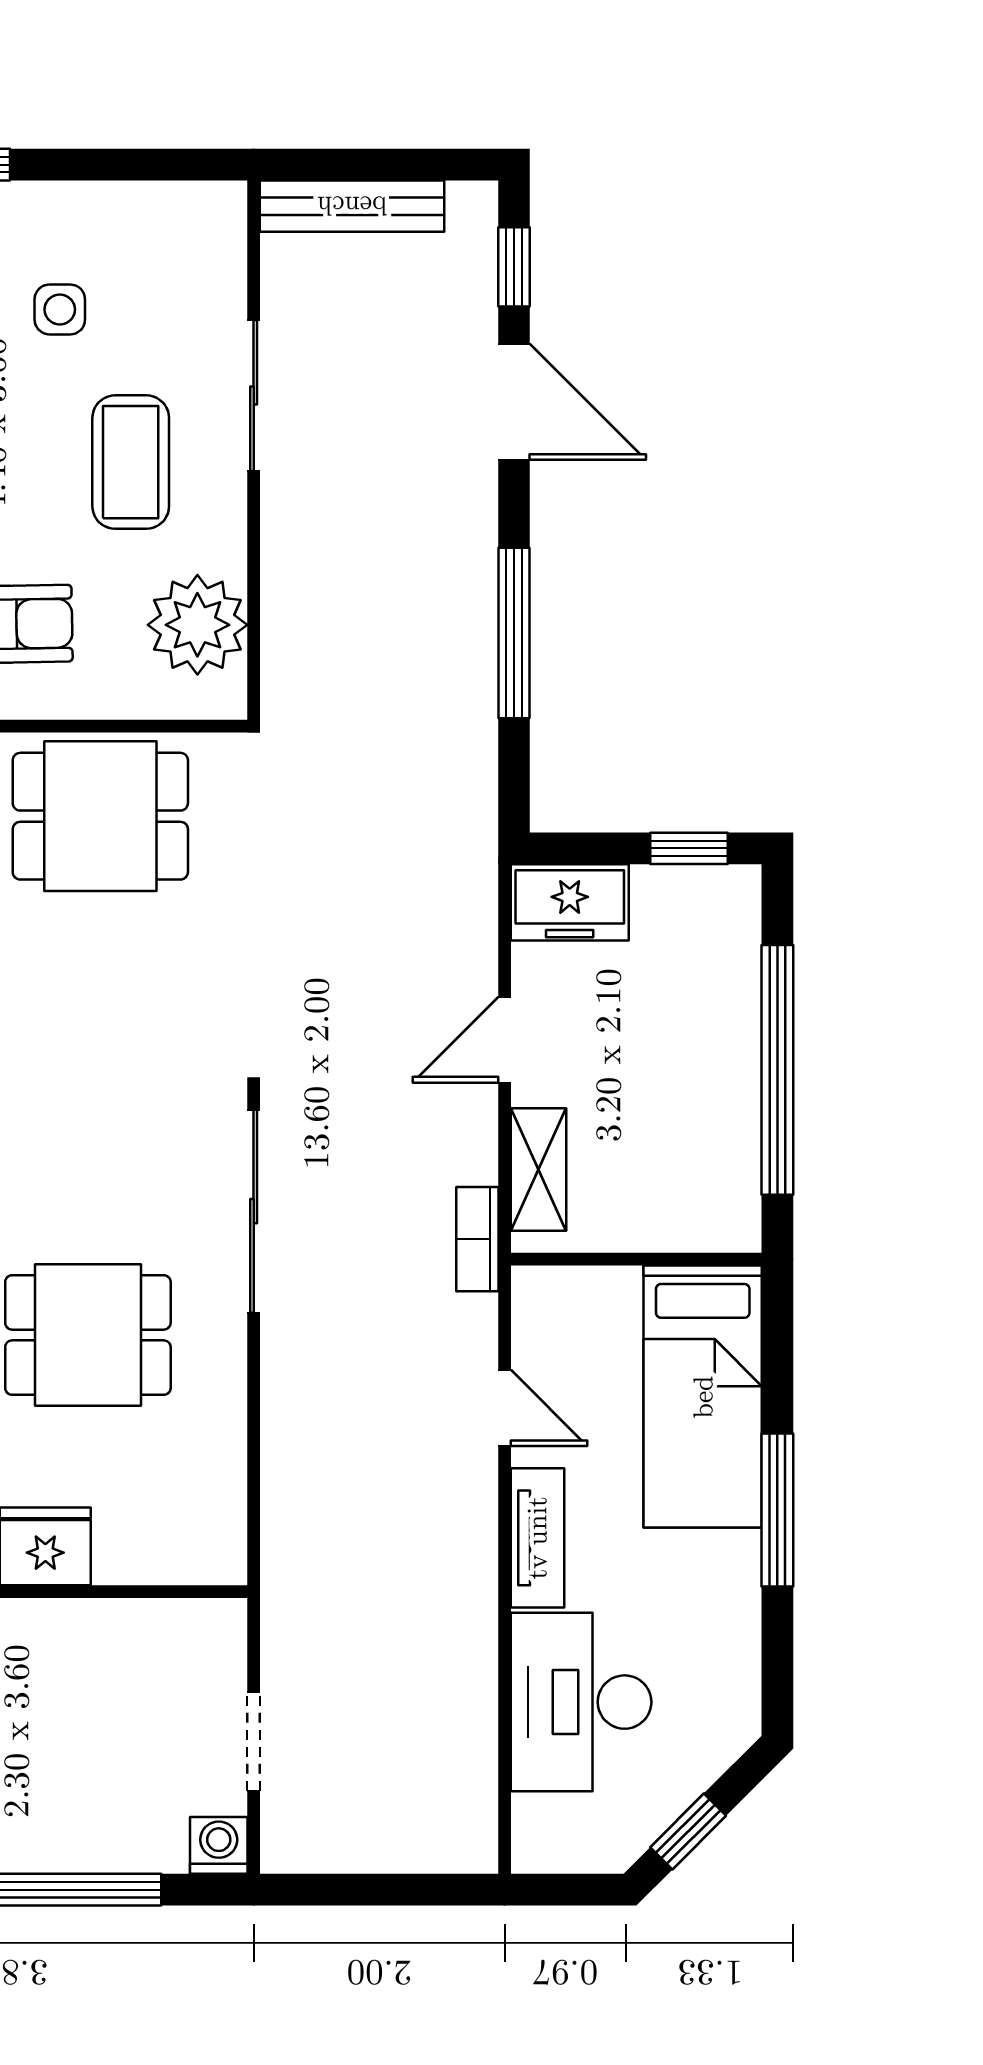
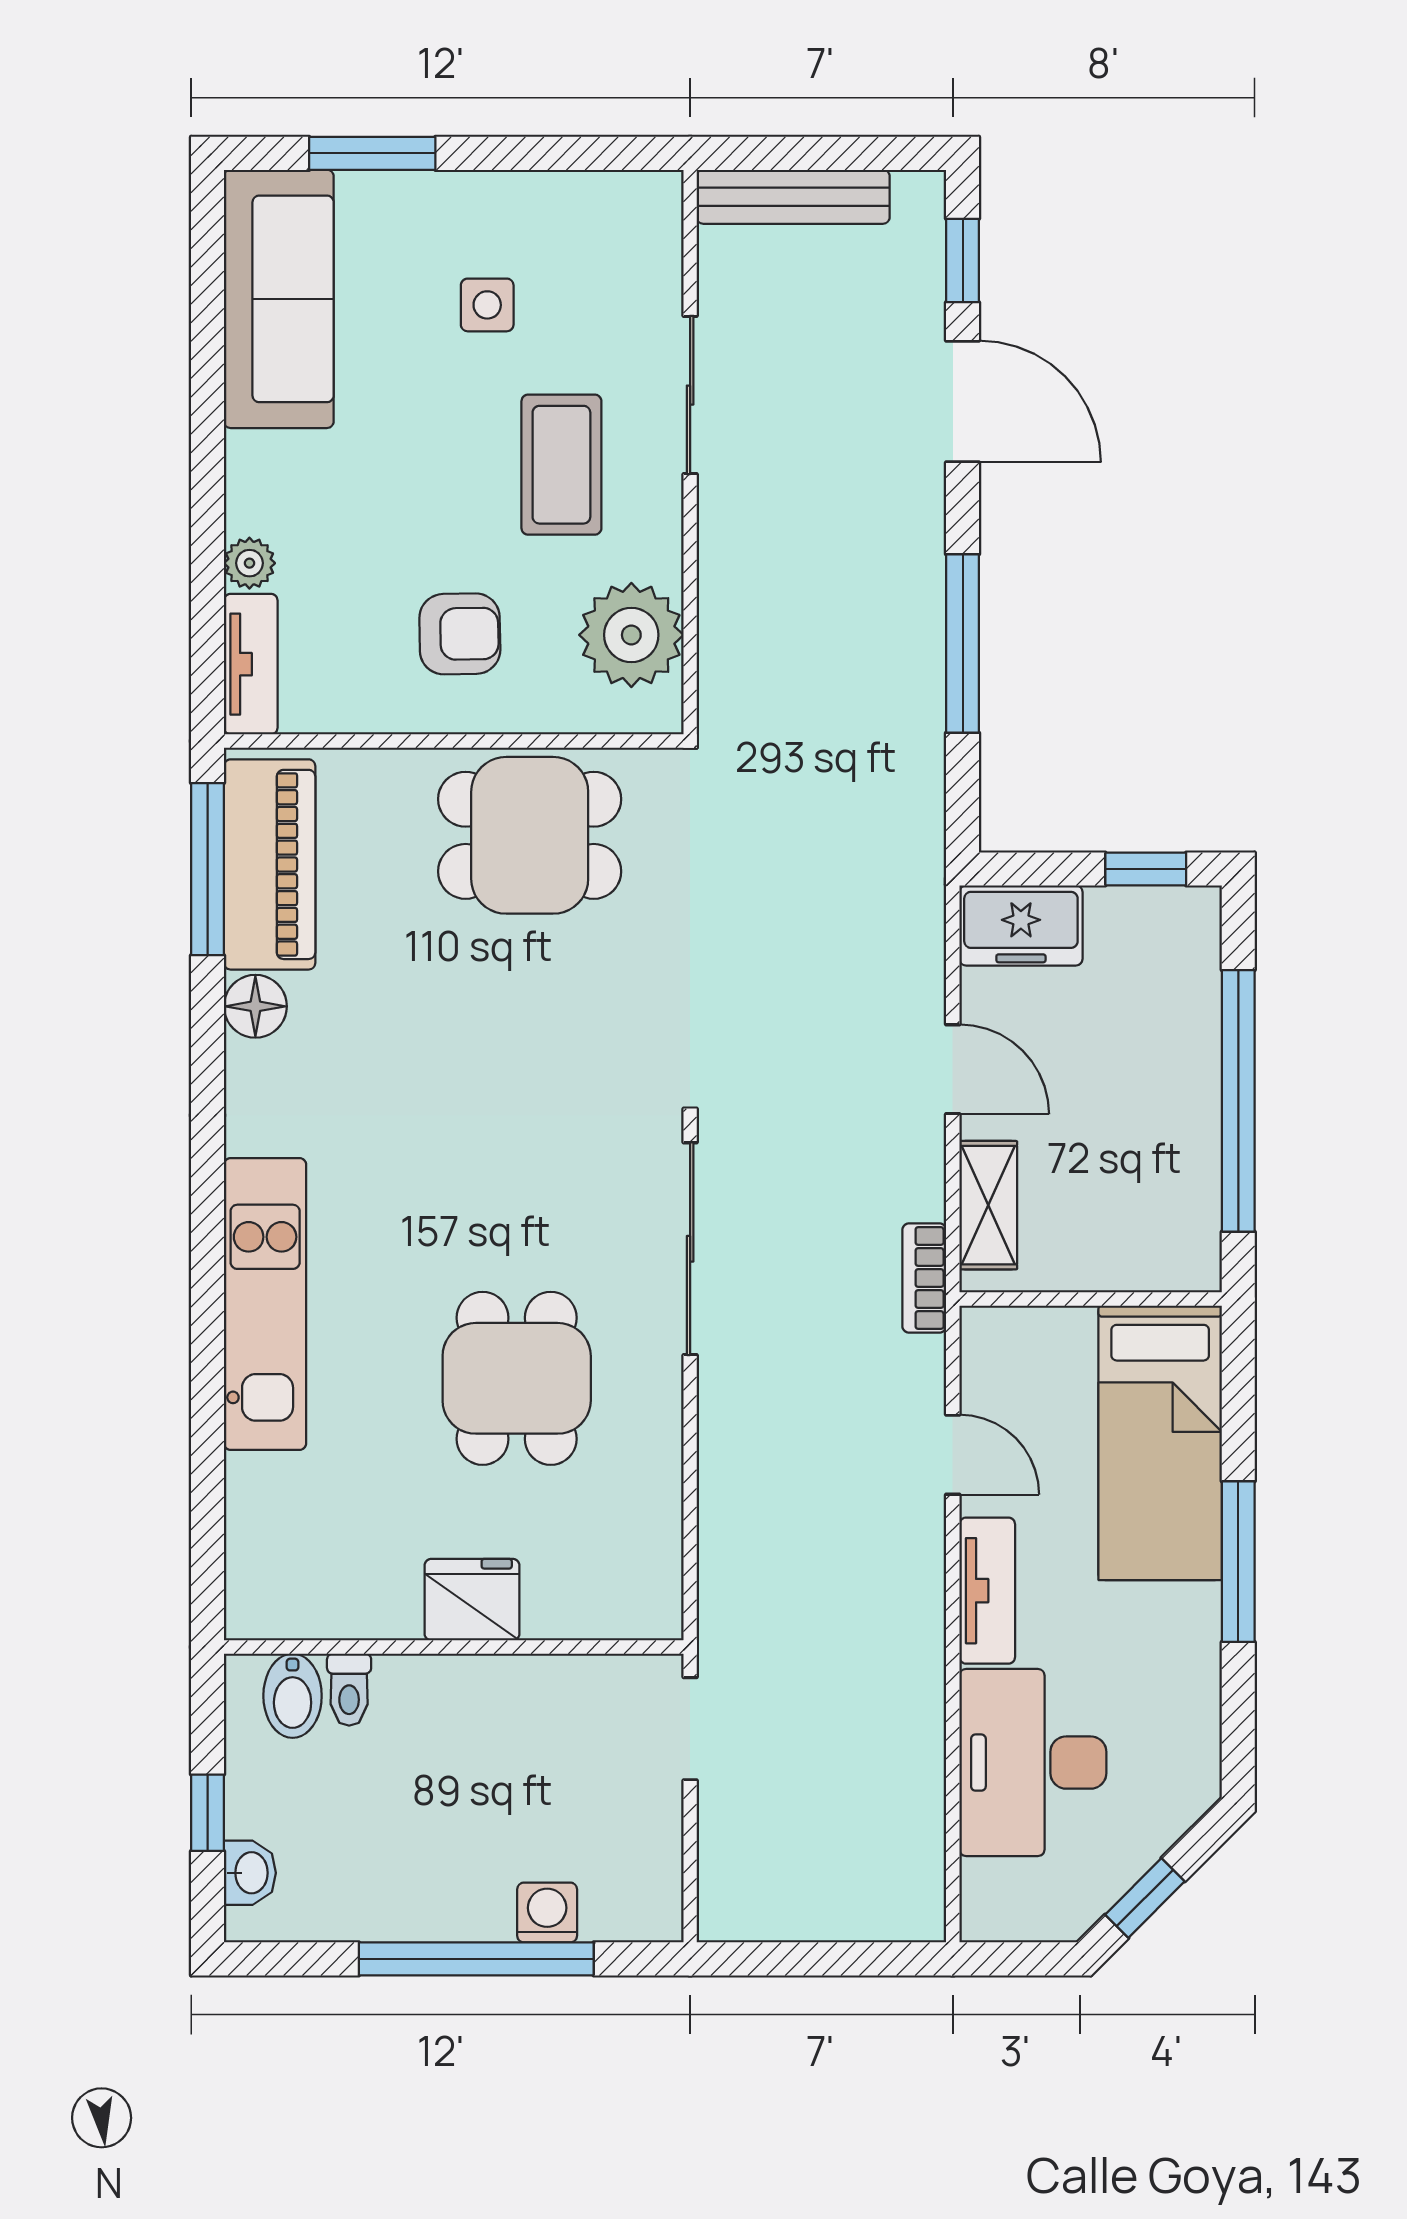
door: (505, 1040) -> (953, 1069), swing flipped
dining table: (88, 1335) -> (517, 1378), turned 90
doorway: (254, 1741) -> (690, 1729), moved
washing machine: (219, 1845) -> (547, 1913), moved

